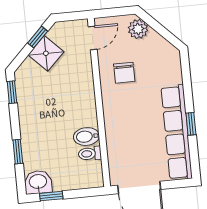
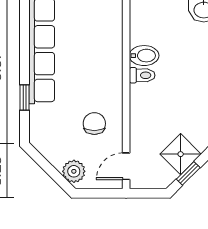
window: (191, 124) -> (24, 98), moved
toilet: (90, 154) -> (142, 75), moved

